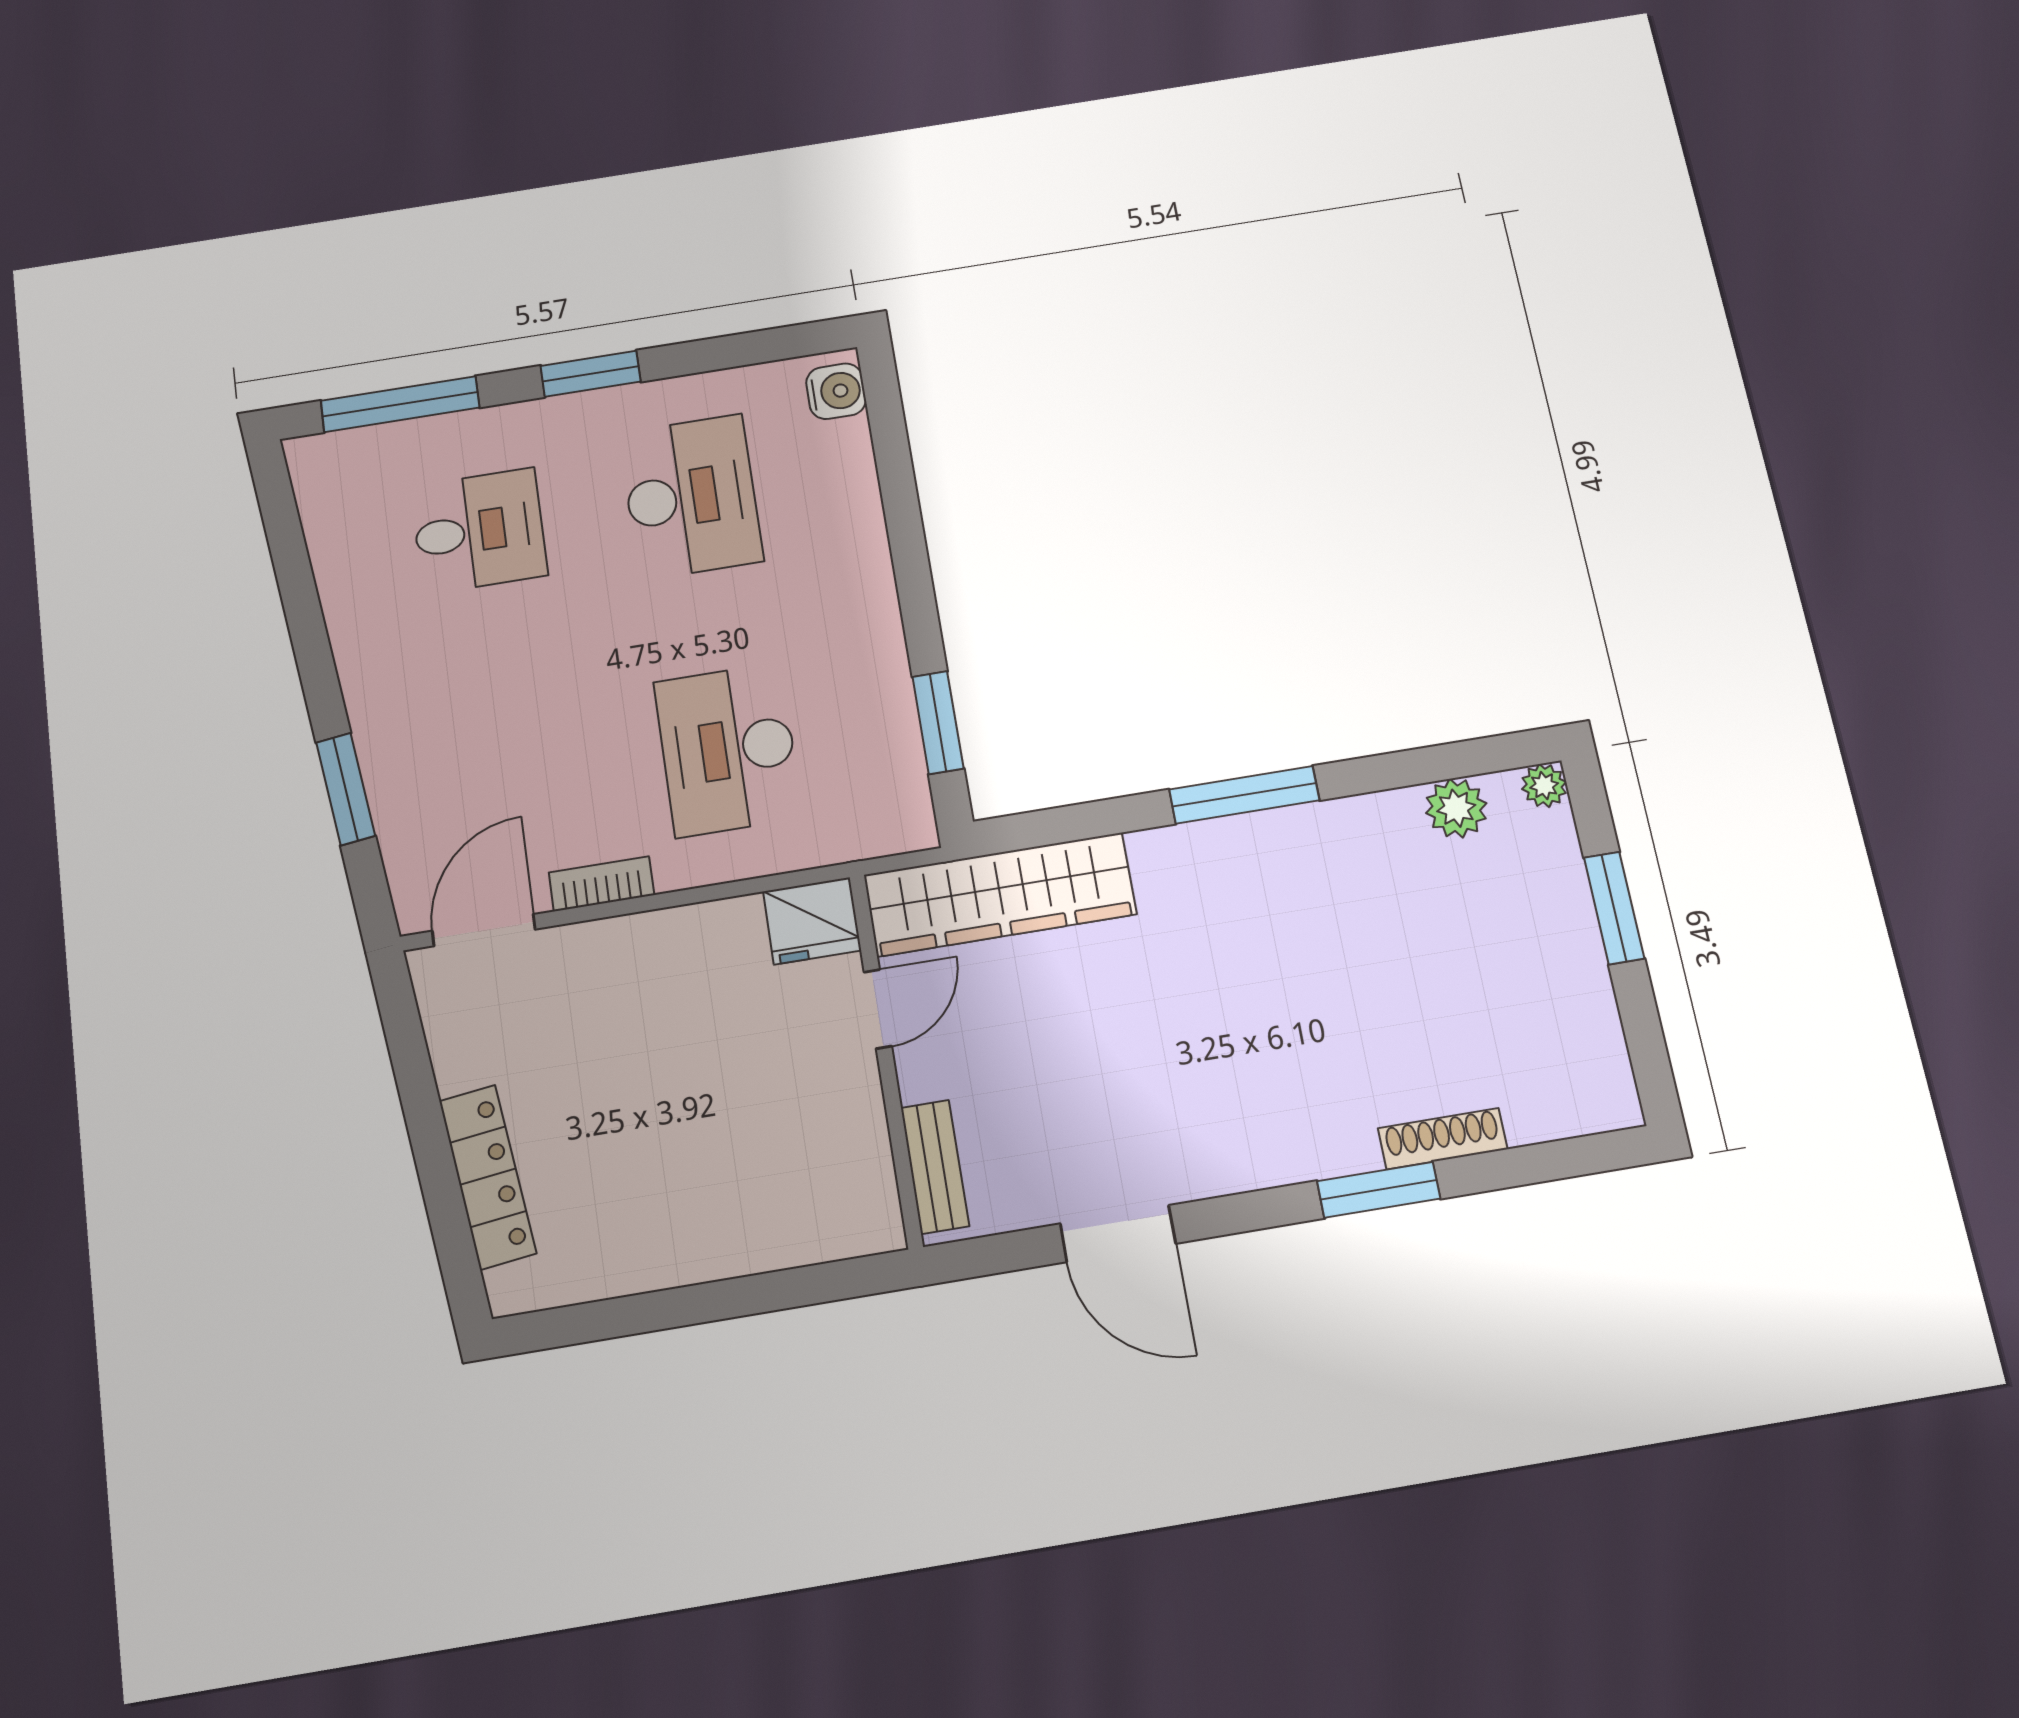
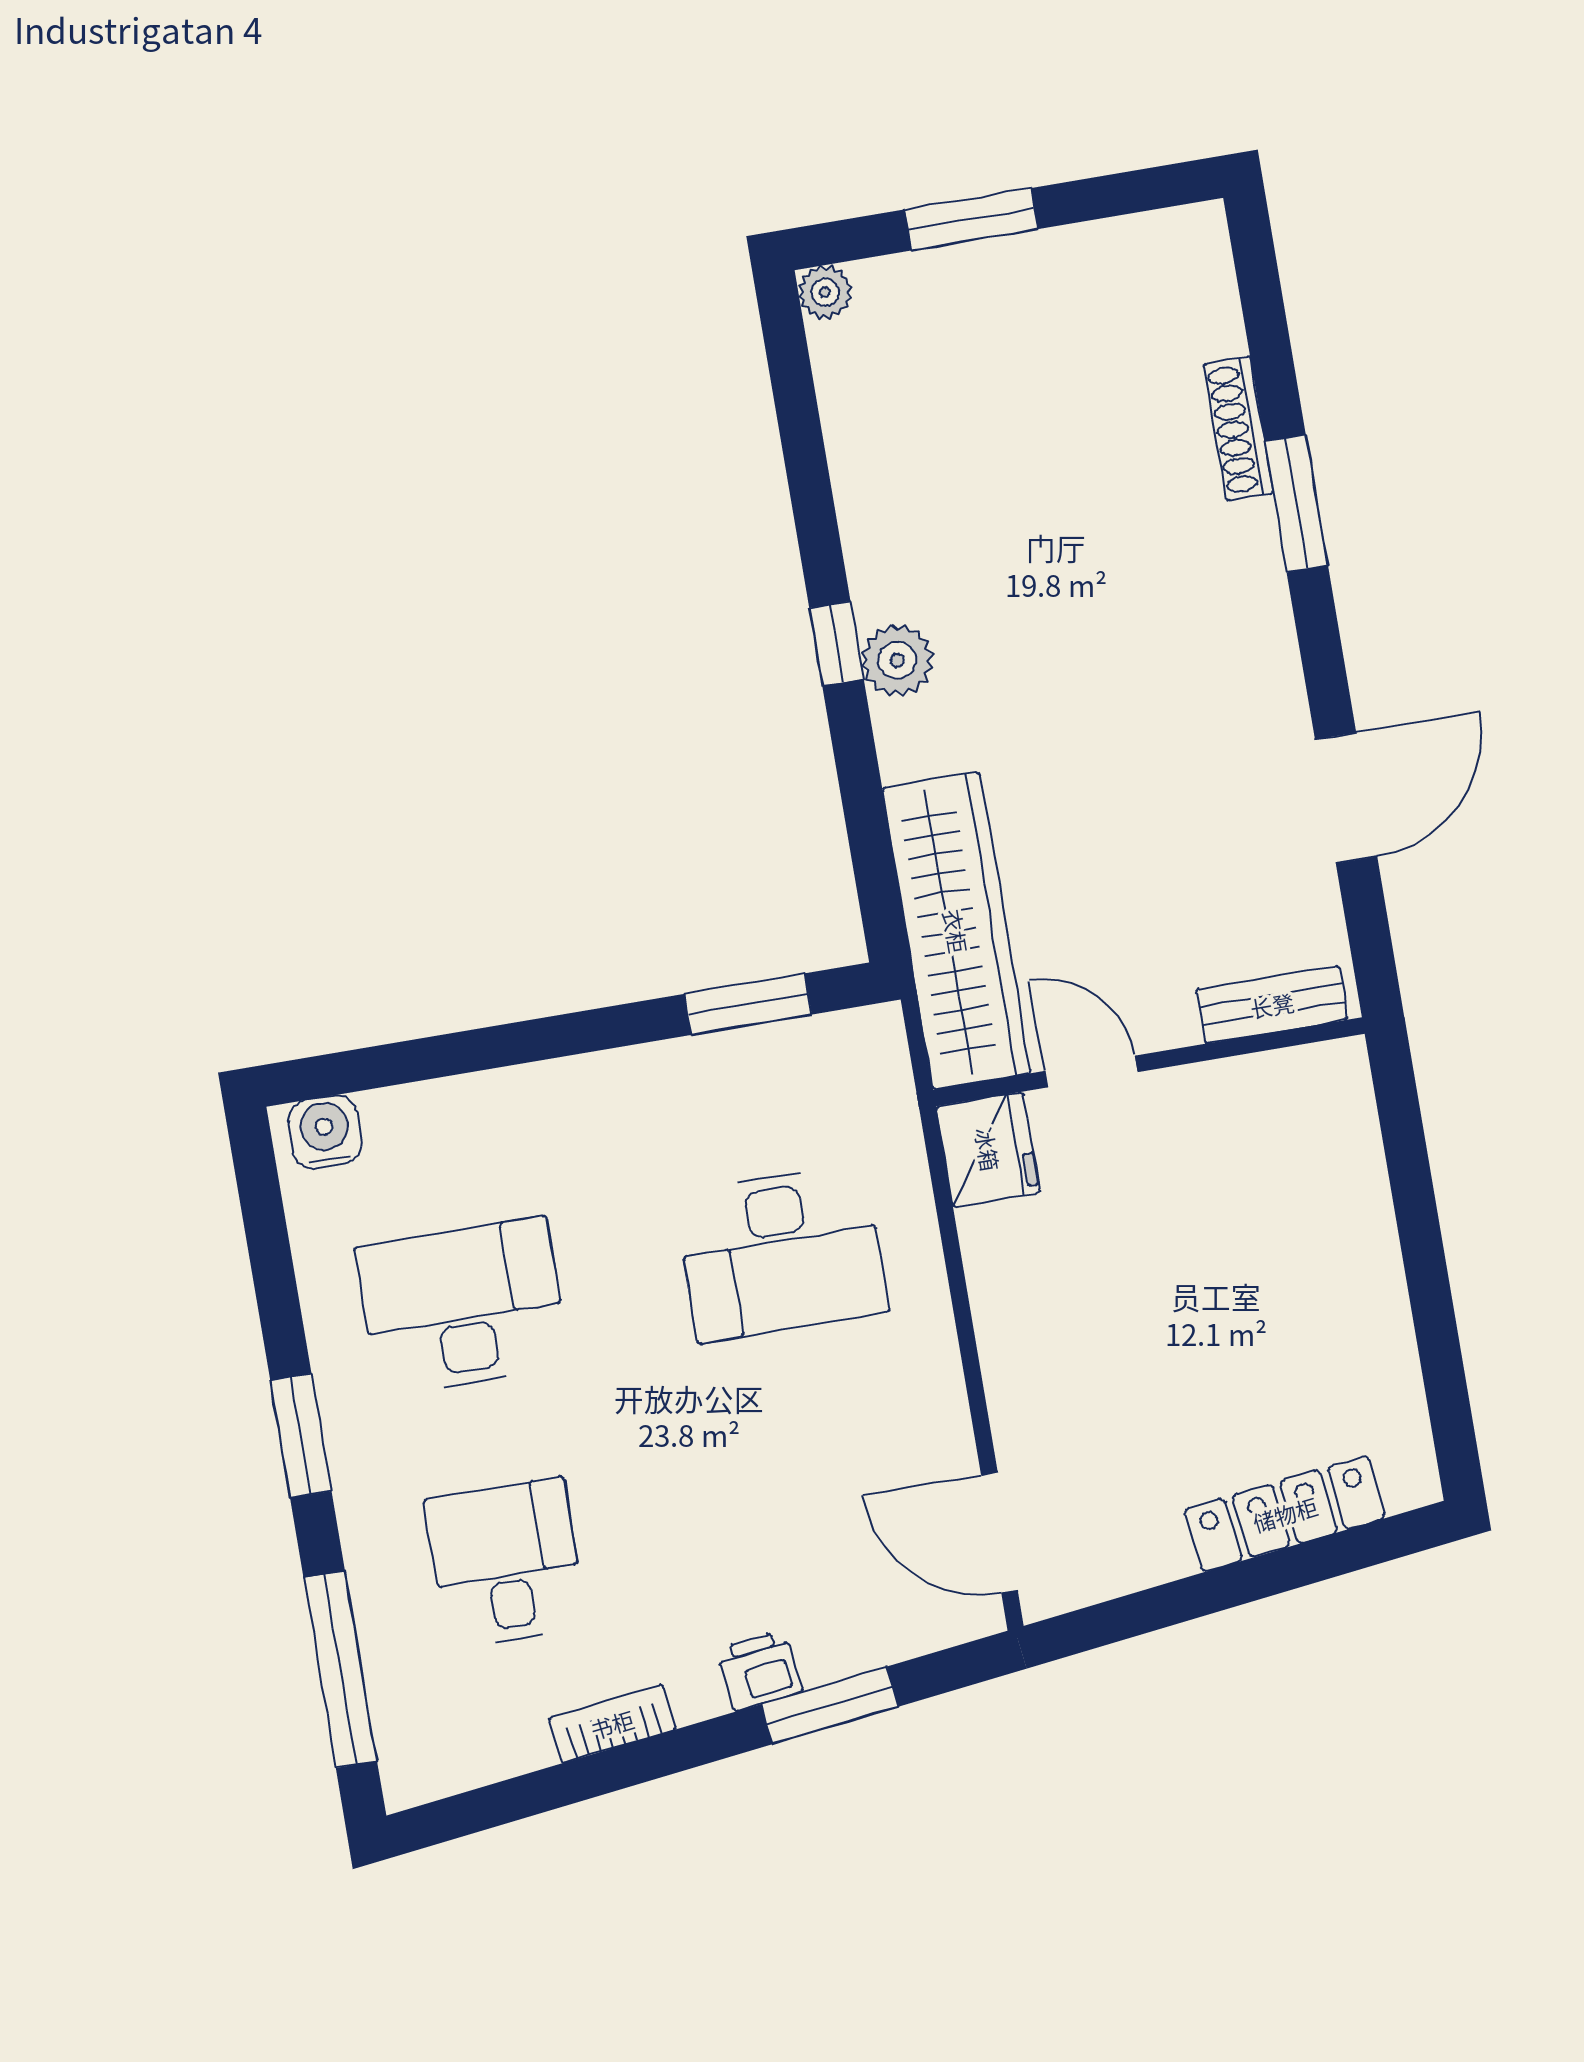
printer: (378, 732) -> (760, 1671), added
window: (1244, 795) -> (836, 644), width x0.46
plant: (1456, 808) -> (897, 660), moved
bookcase: (601, 884) -> (612, 1724), moved, turned 83

